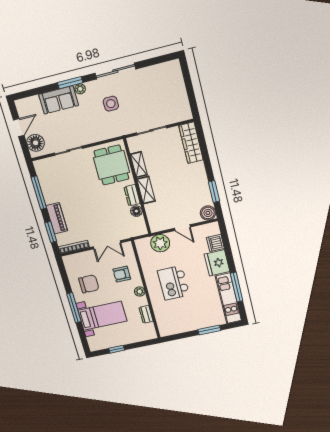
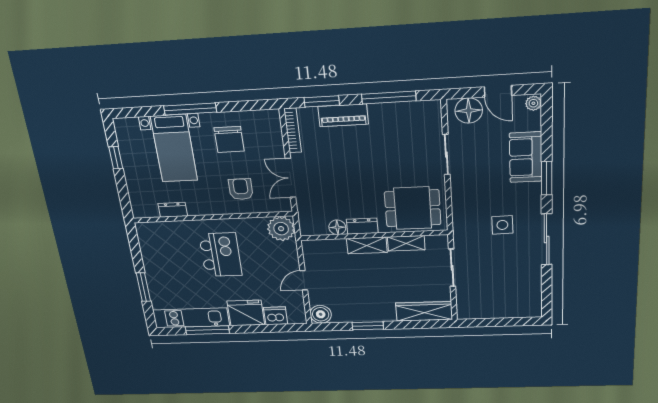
plant: (80, 89) -> (533, 103), moved
window: (214, 192) -> (368, 326), moved
plant: (160, 243) -> (281, 229), moved
kitchen island: (173, 283) -> (221, 255), turned 90
plant: (140, 291) -> (211, 208), removed

